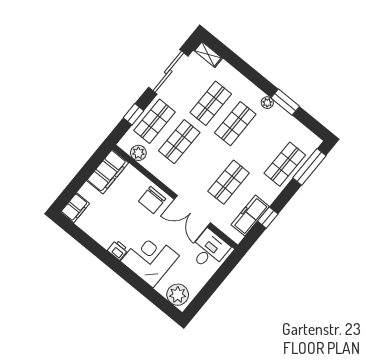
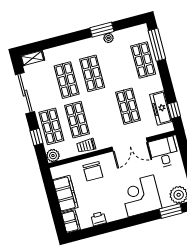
plant: (267, 103) -> (108, 38), moved
plant: (138, 153) -> (53, 156), moved
trolley: (160, 169) -> (86, 146), added
filing cabinet: (108, 172) -> (65, 194), moved
chair: (152, 200) -> (93, 171), moved
window: (268, 218) -> (174, 110), moved
printer: (118, 250) -> (98, 219), moved
window: (156, 298) -> (171, 211), added

